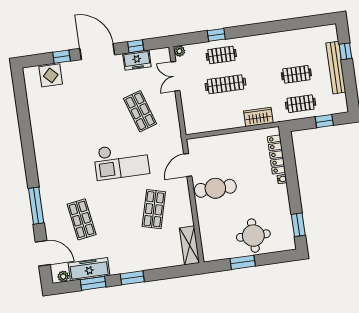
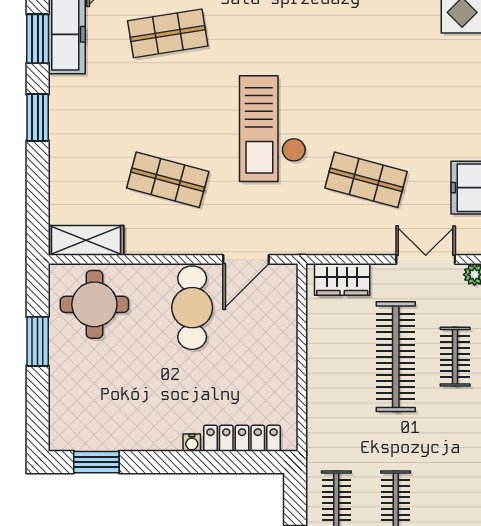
clothes rail: (225, 84) -> (396, 357), width x1.37, depth x1.31
shop shelf: (140, 111) -> (366, 180), turned 33
wardrobe: (258, 117) -> (342, 279), moved, turned 90
door: (188, 165) -> (246, 259), swing flipped
round table: (253, 236) -> (94, 304), moved

